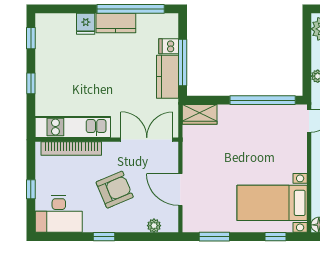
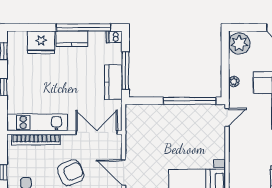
fridge: (86, 24) -> (41, 42), width x1.88, depth x1.34
dishwasher: (169, 46) -> (114, 37), moved
wardrobe: (200, 114) -> (139, 112), removed

